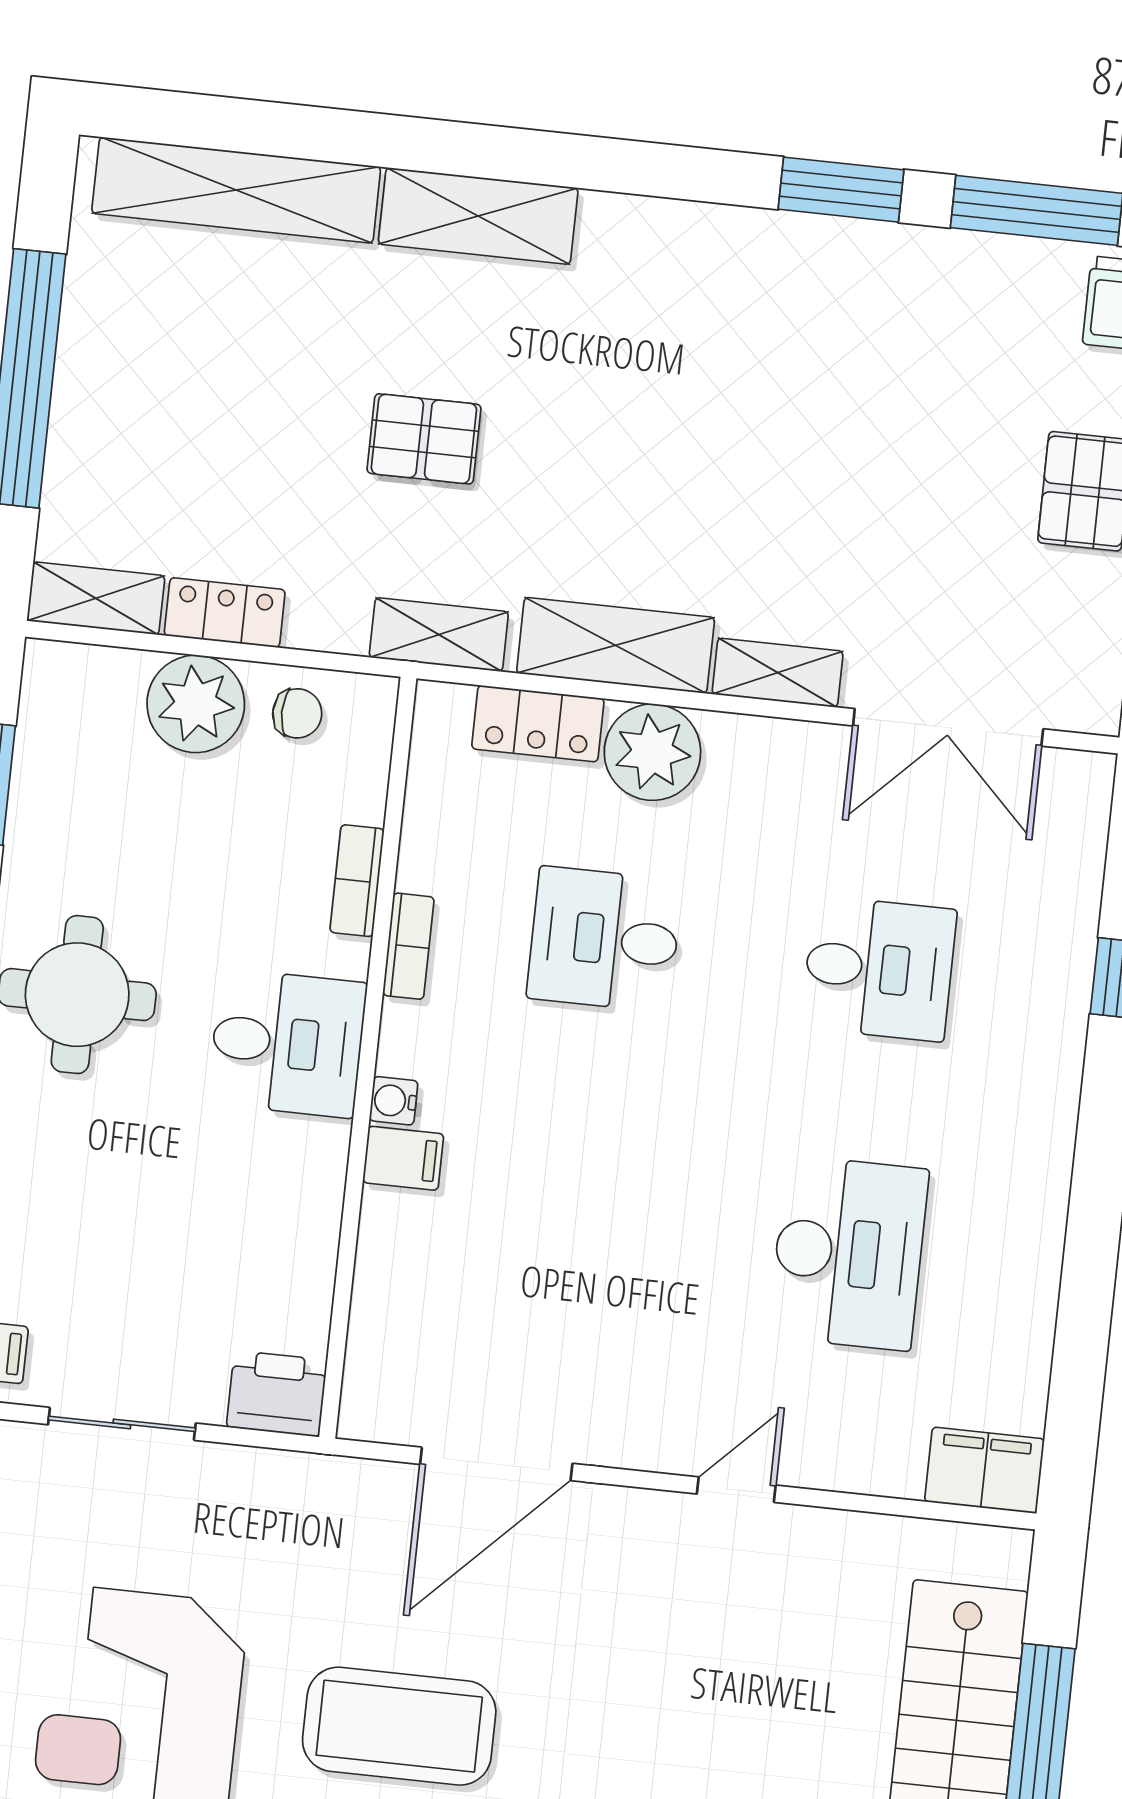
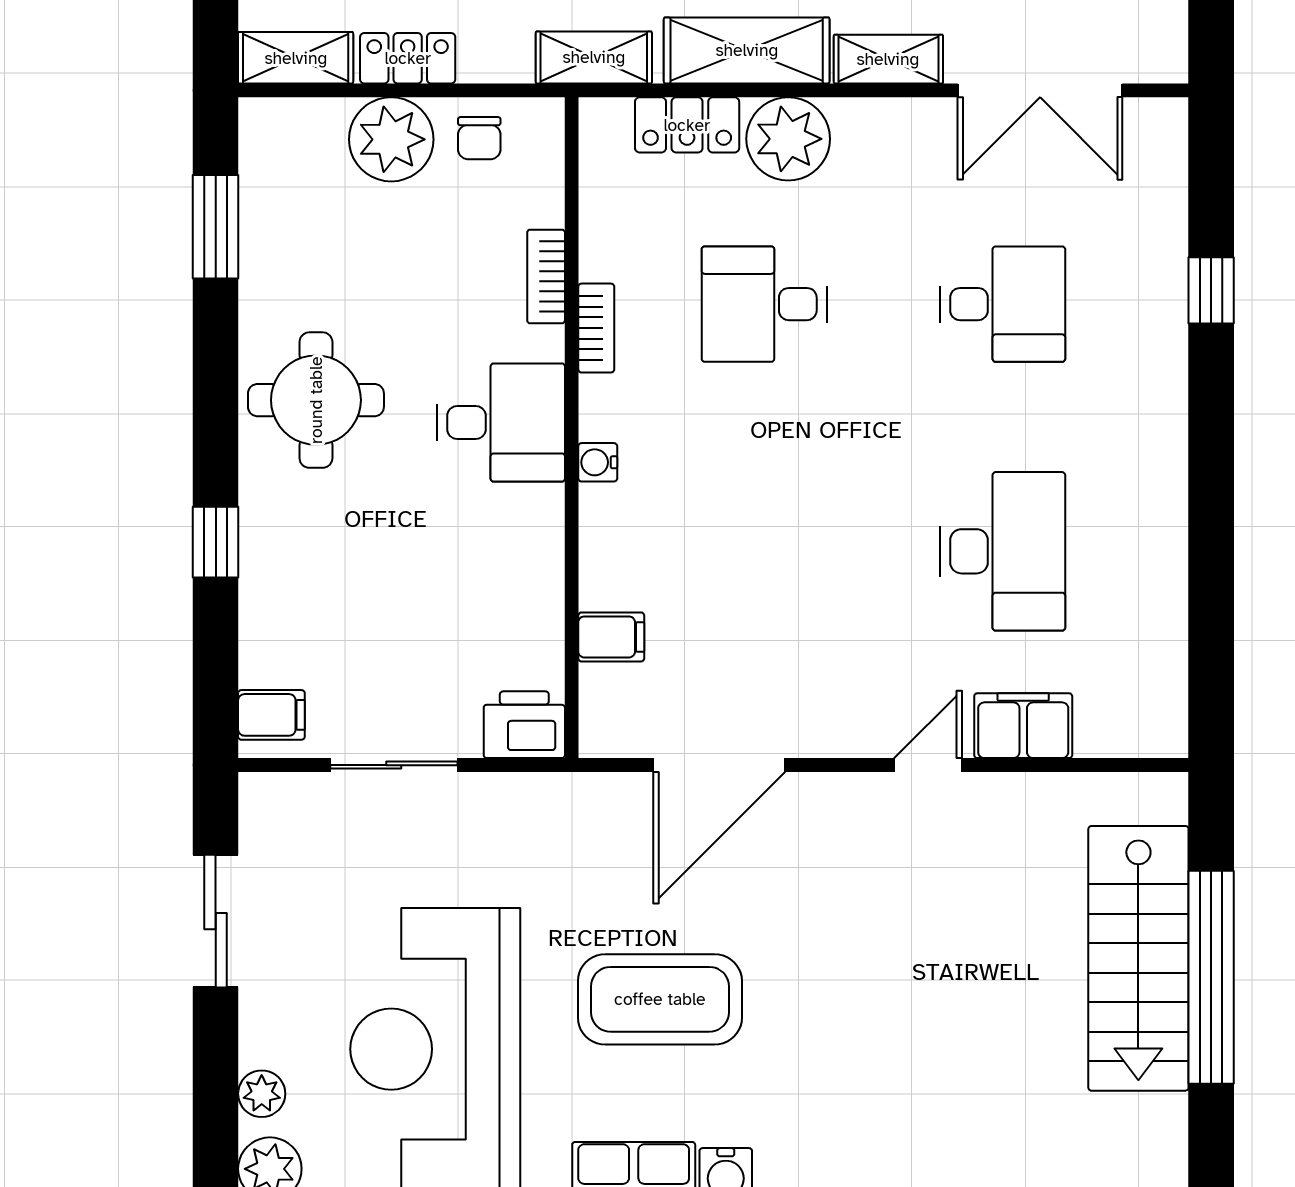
chair: (297, 713) -> (479, 138), turned 90
filing cabinet: (403, 1158) -> (611, 637), moved
filing cabinet: (985, 1470) -> (1023, 726), moved

